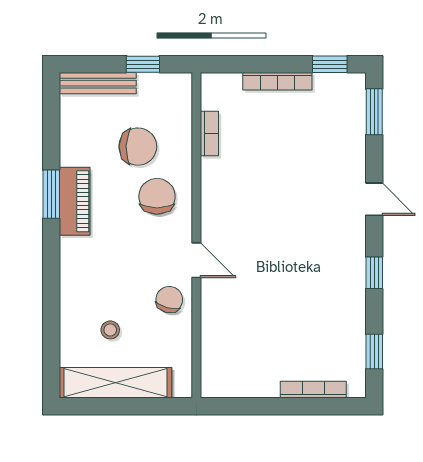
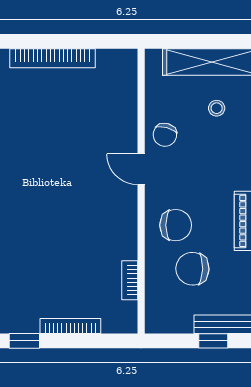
window: (143, 64) -> (213, 341), moved
chair: (157, 196) -> (176, 225), turned -90
bookcase: (313, 390) -> (53, 58), width x1.48, depth x1.31

